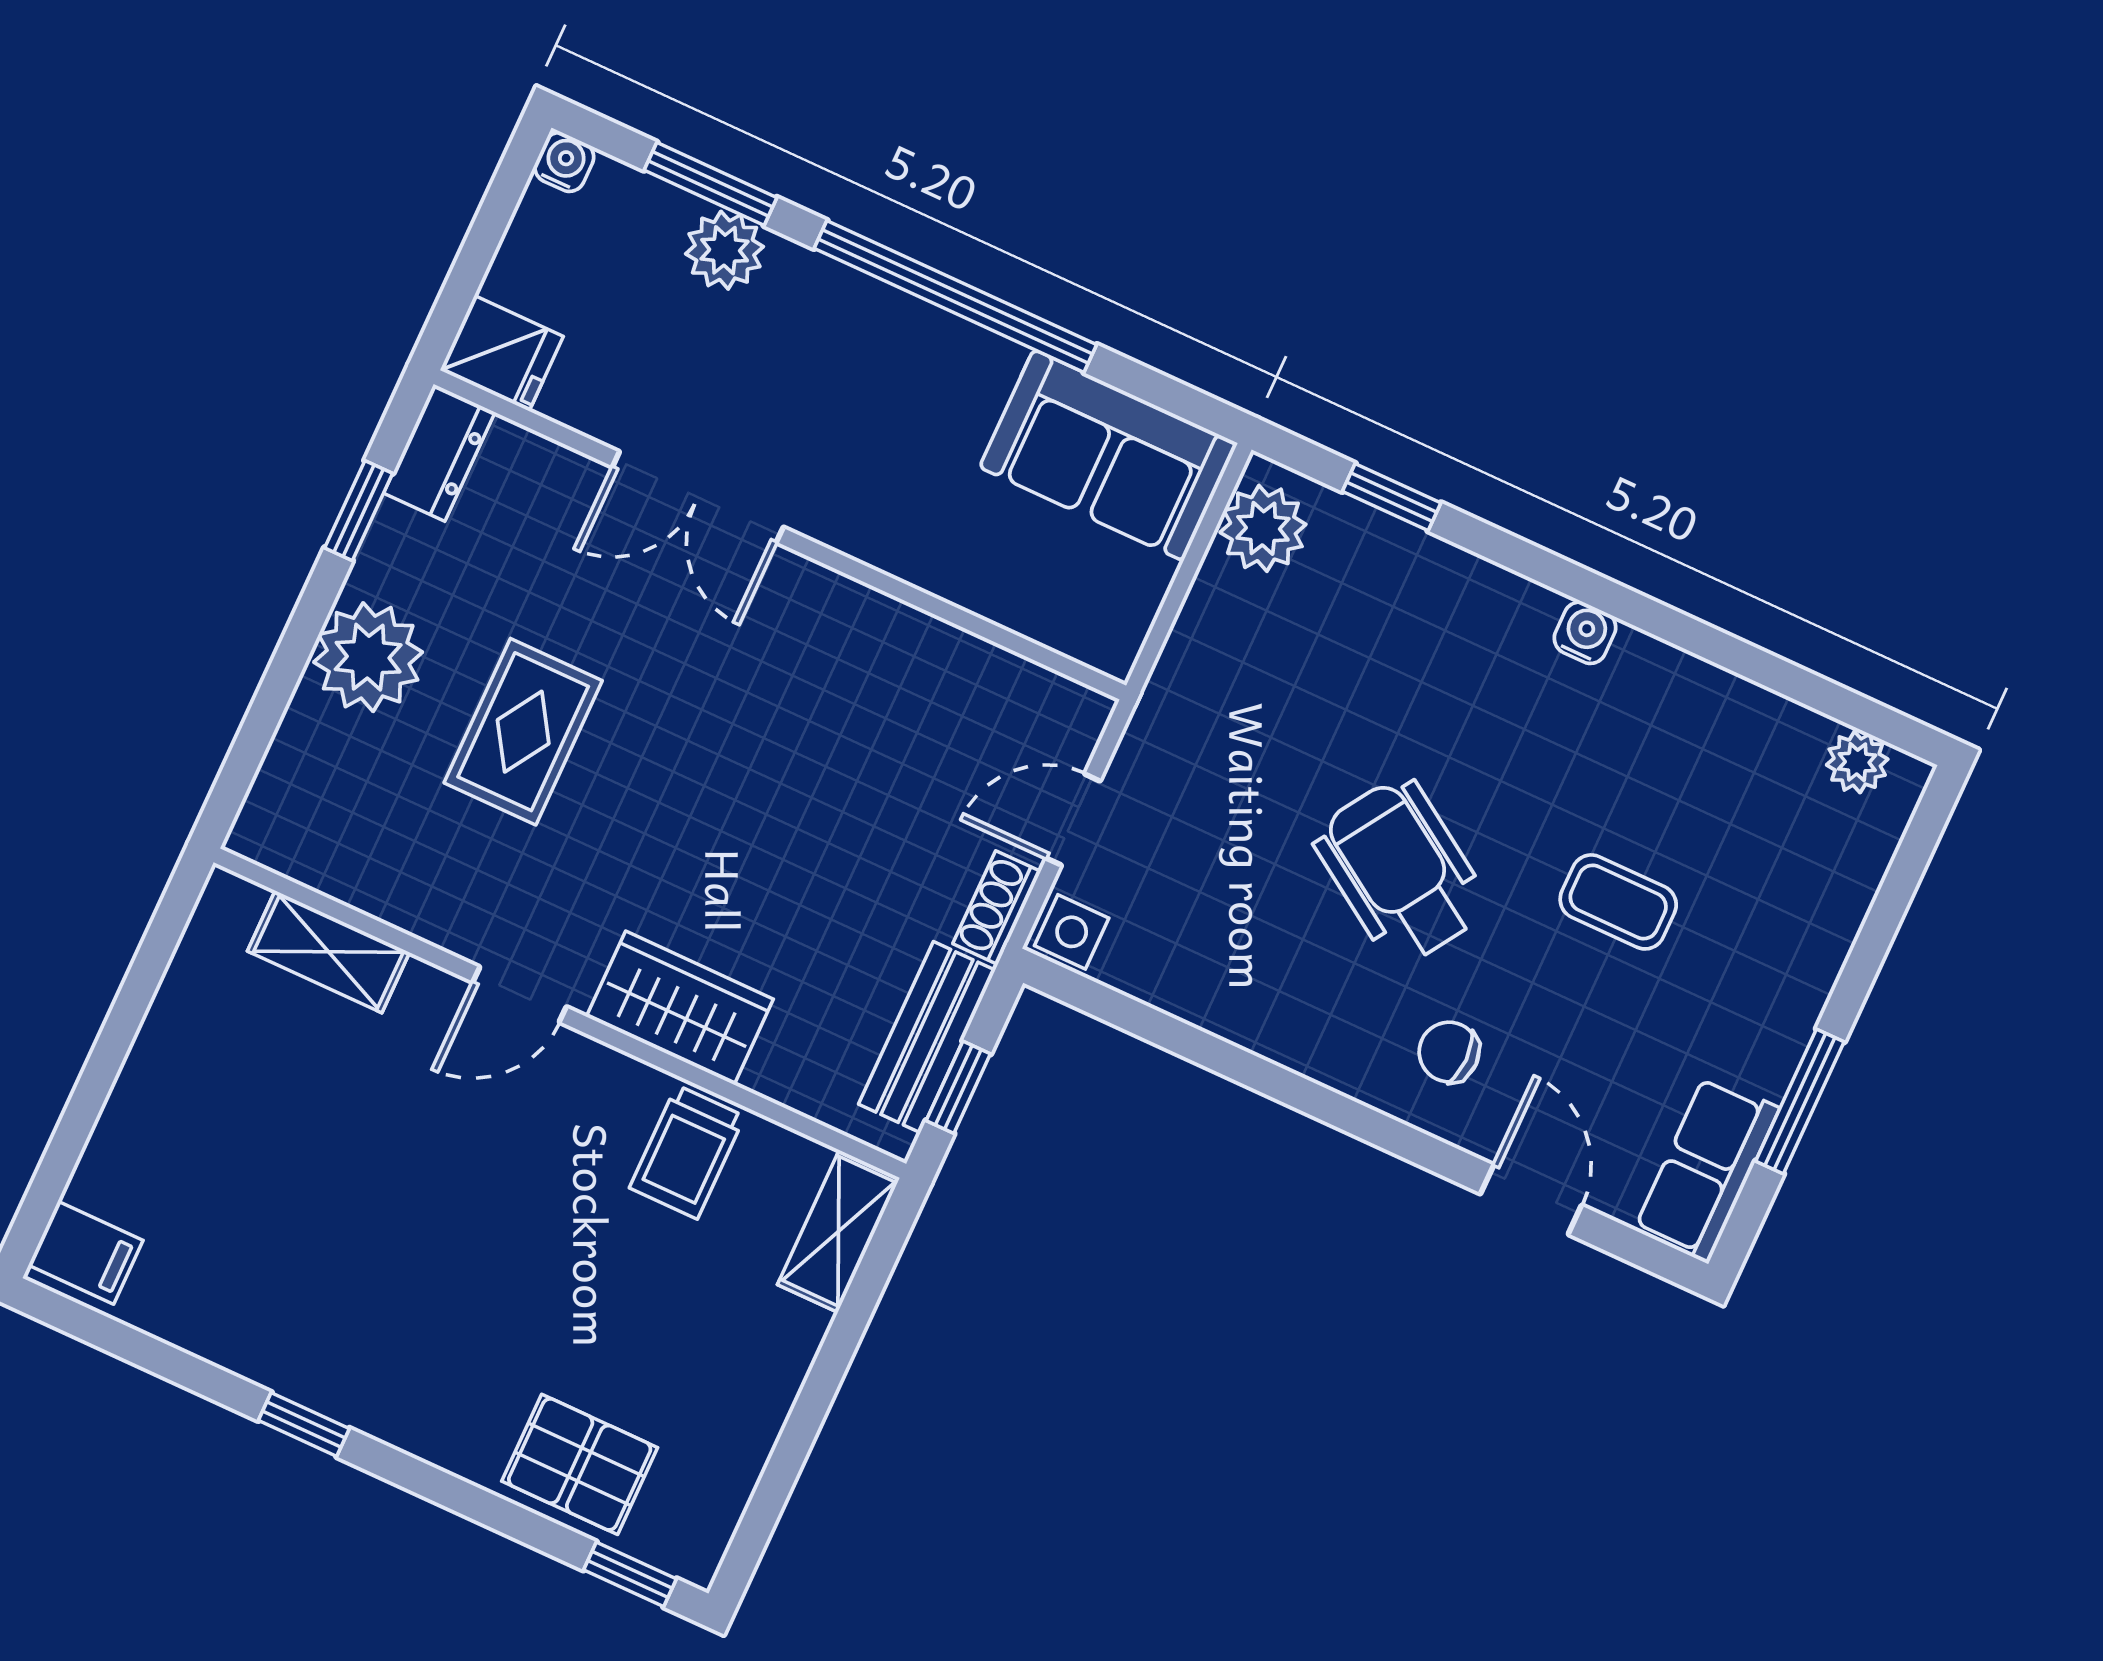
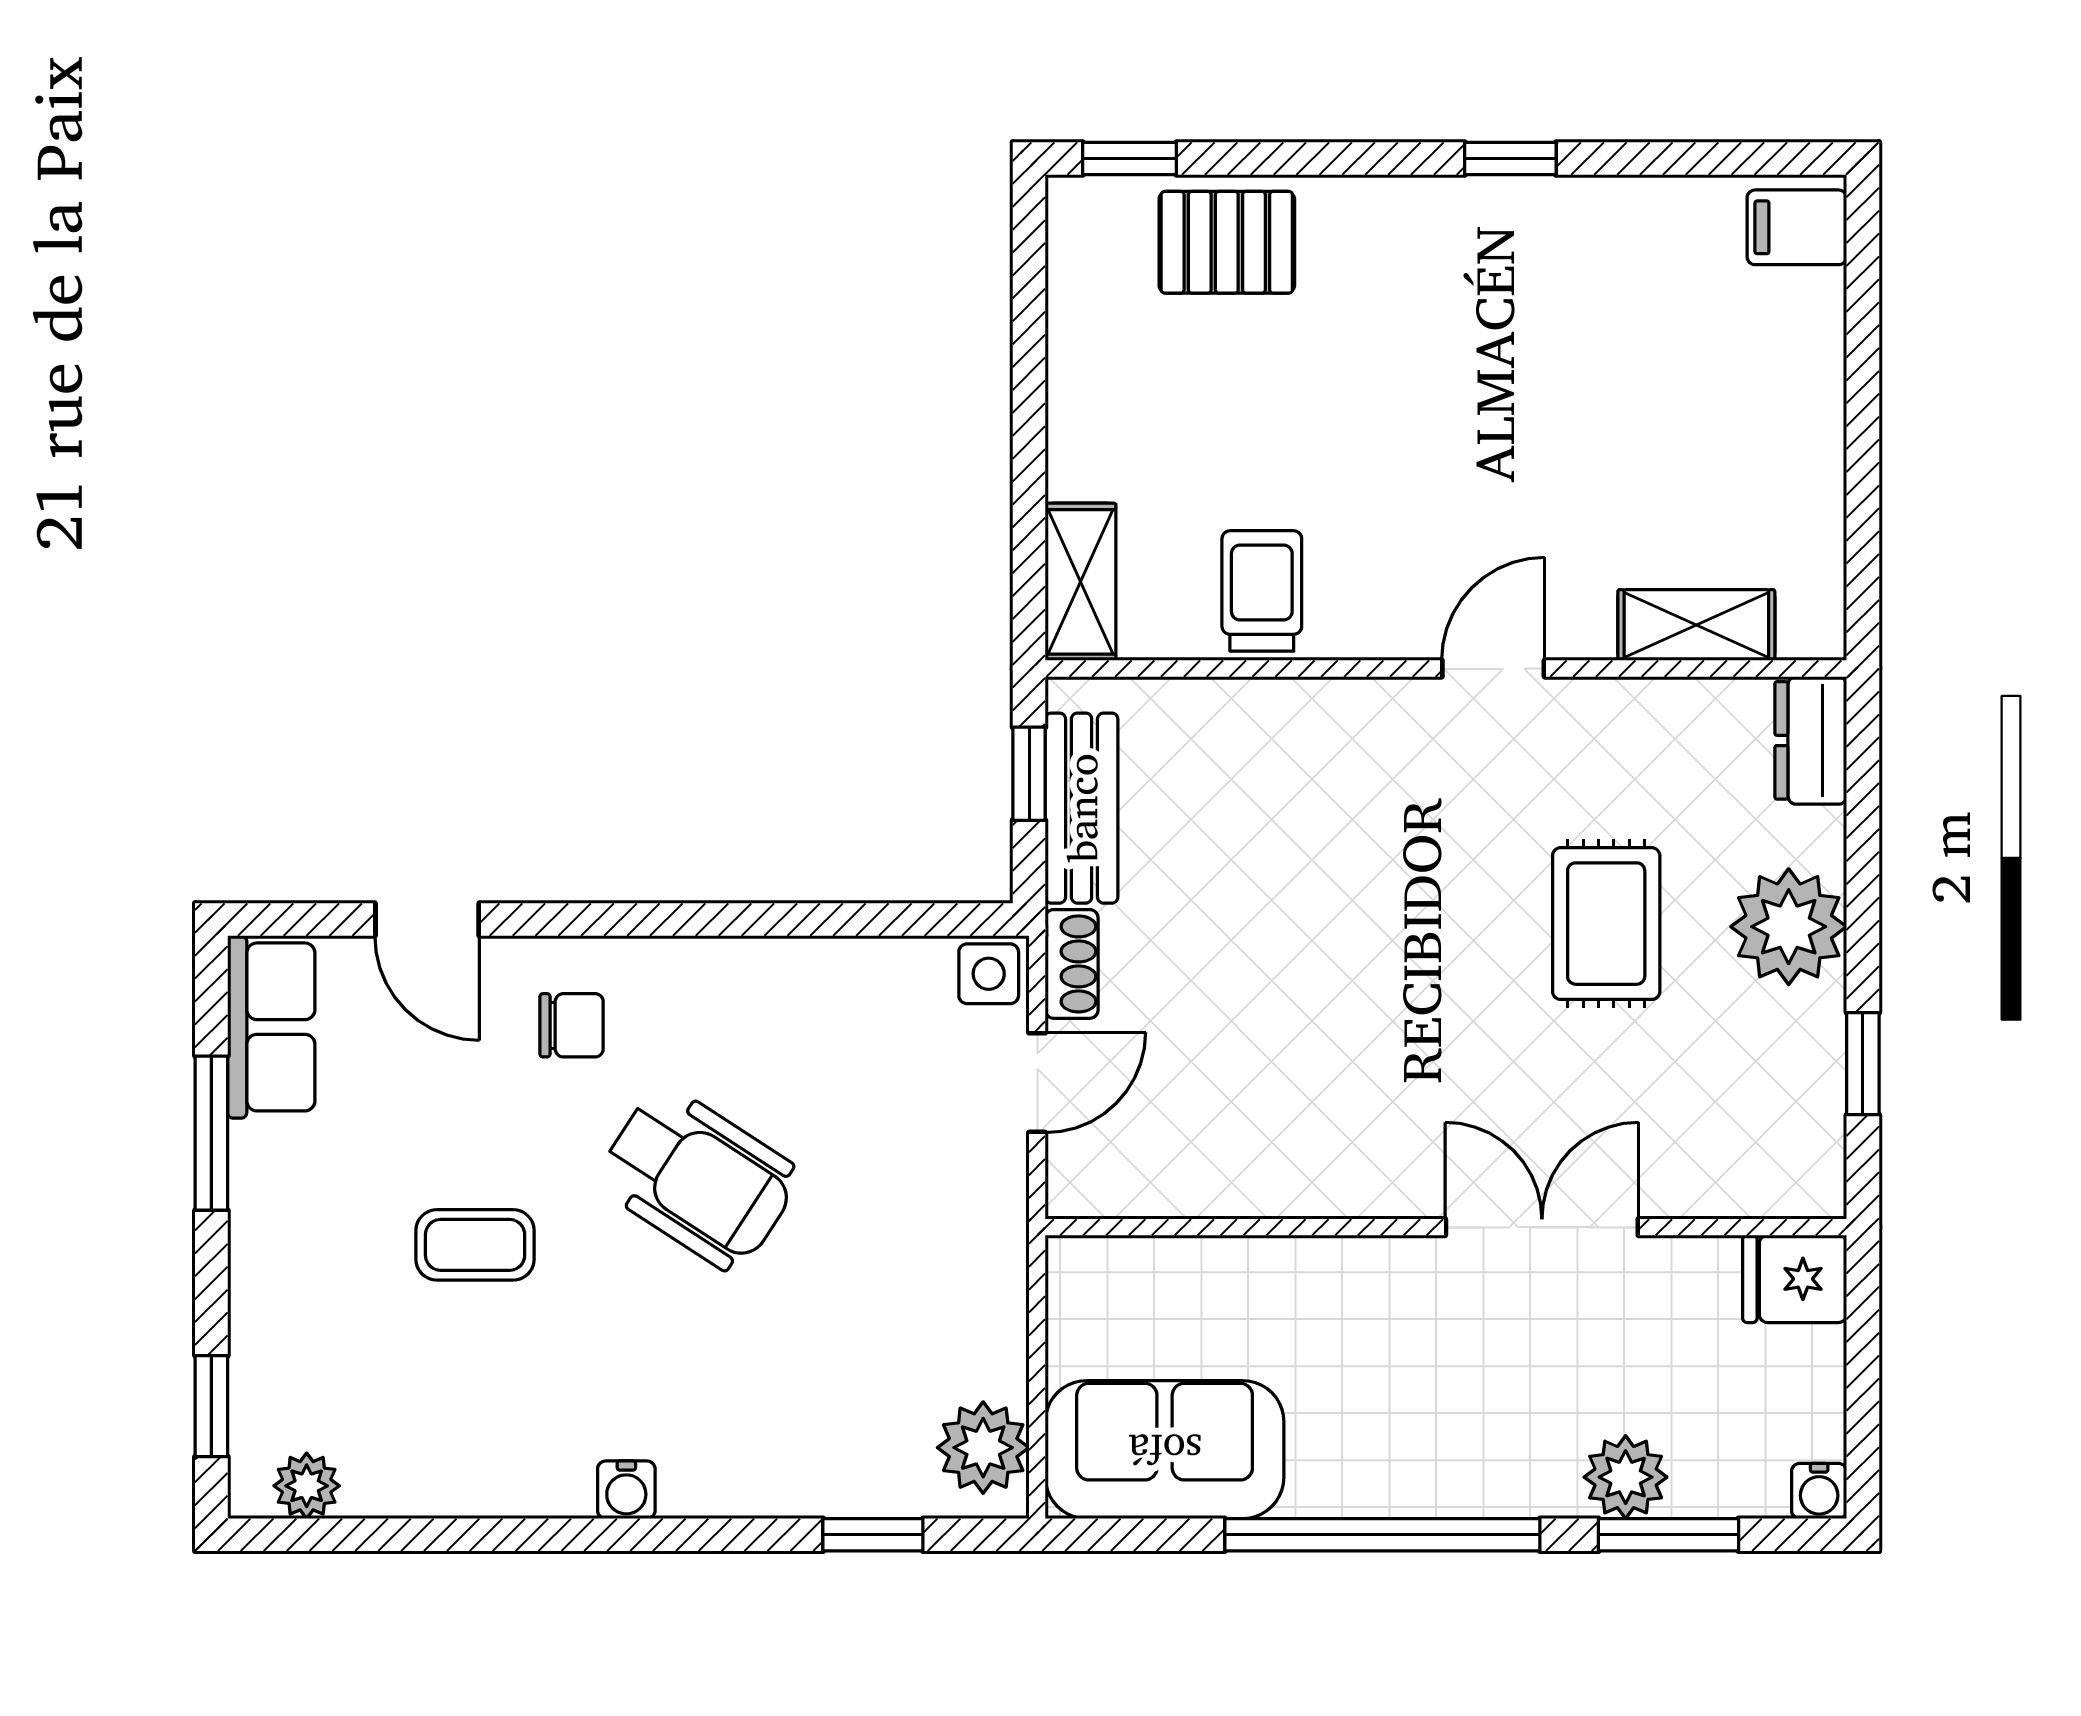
dresser: (439, 453) -> (1811, 740), moved
window: (1907, 868) -> (211, 1406), added
wardrobe: (680, 1008) -> (1333, 727), removed

